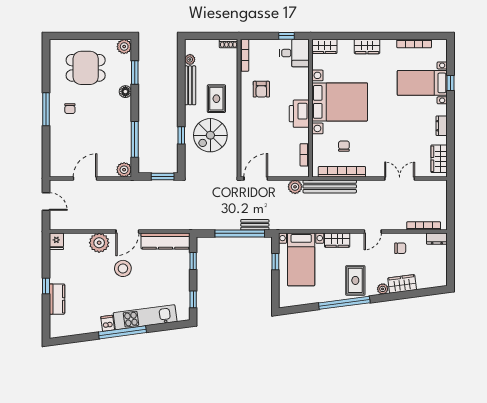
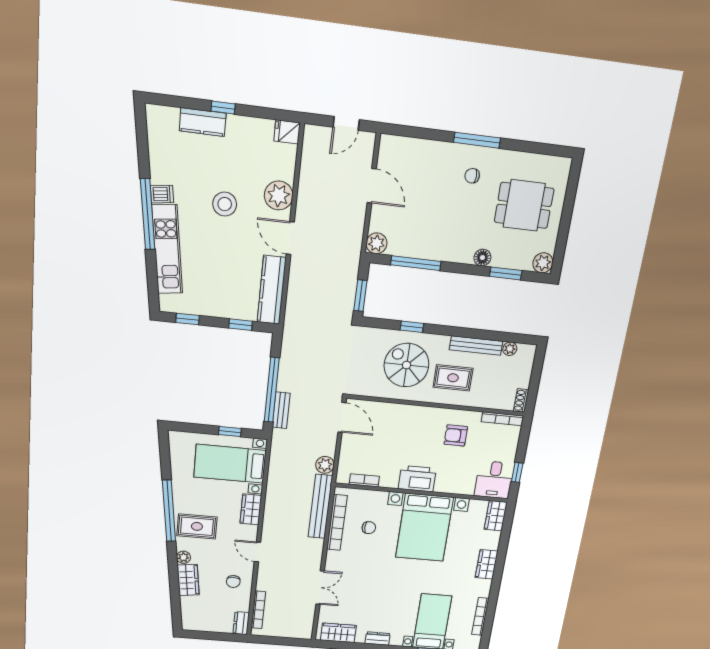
dining table: (86, 68) -> (524, 205), turned 90
stool: (123, 268) -> (225, 204), moved

